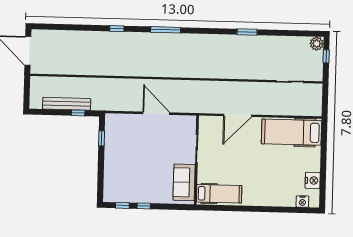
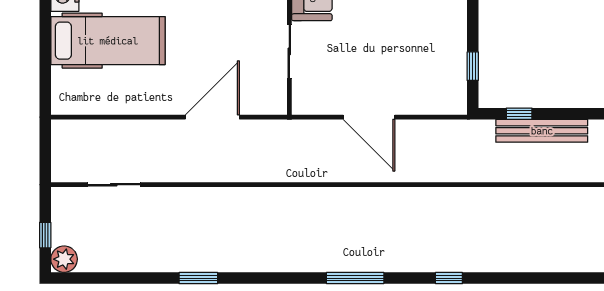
hospital bed: (291, 132) -> (108, 41), moved

